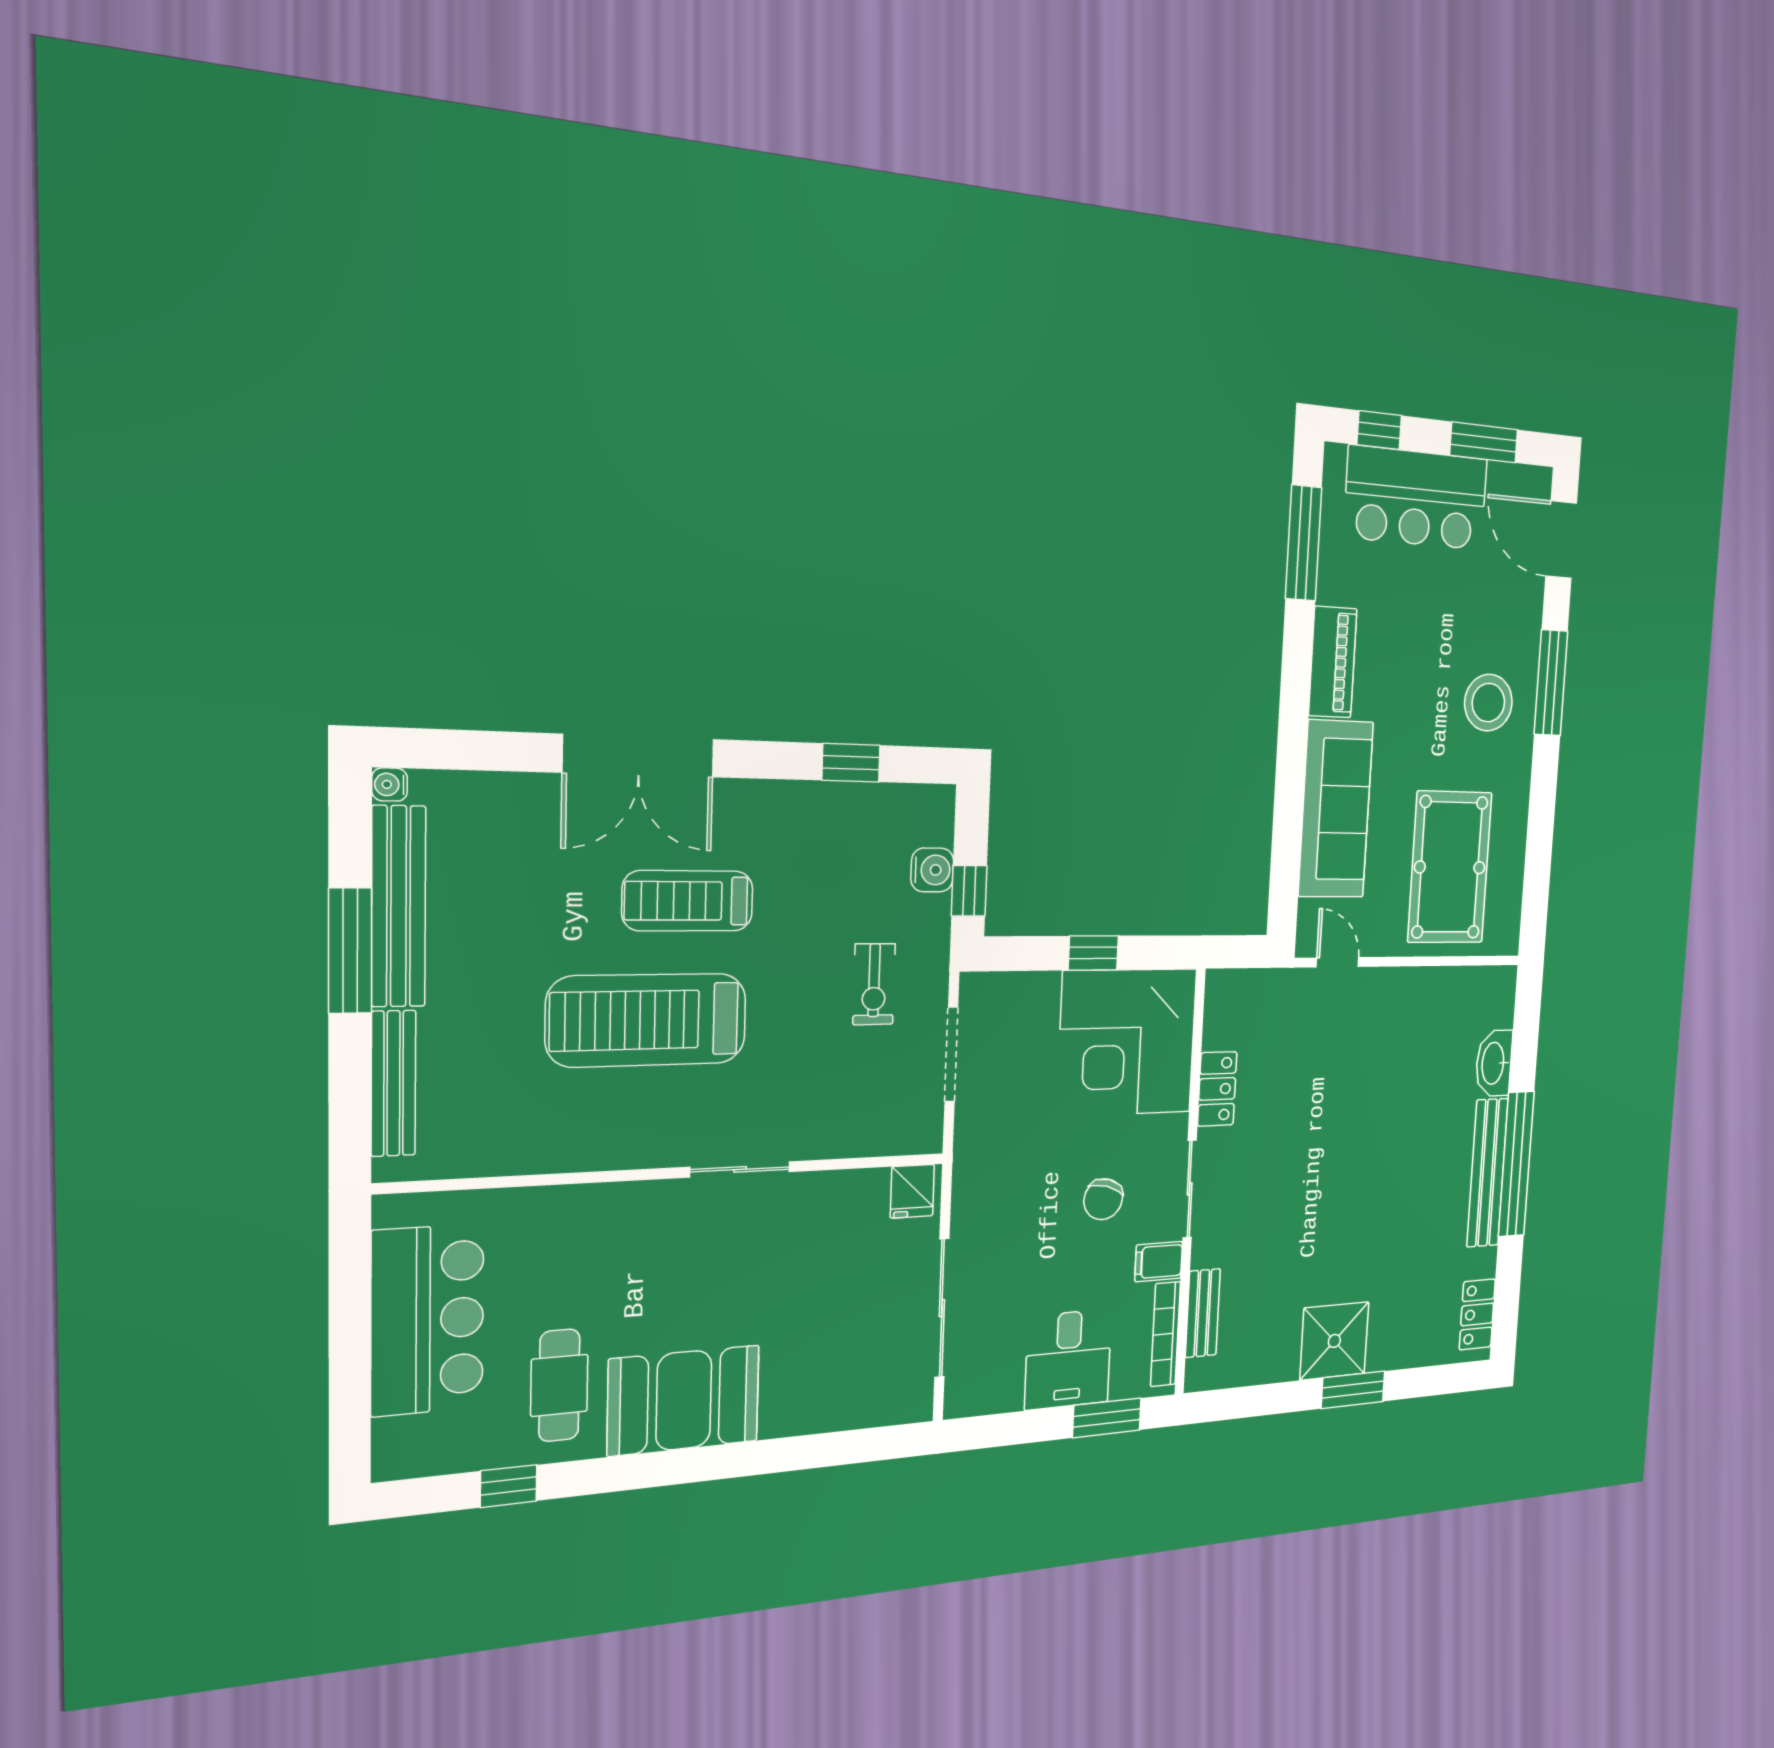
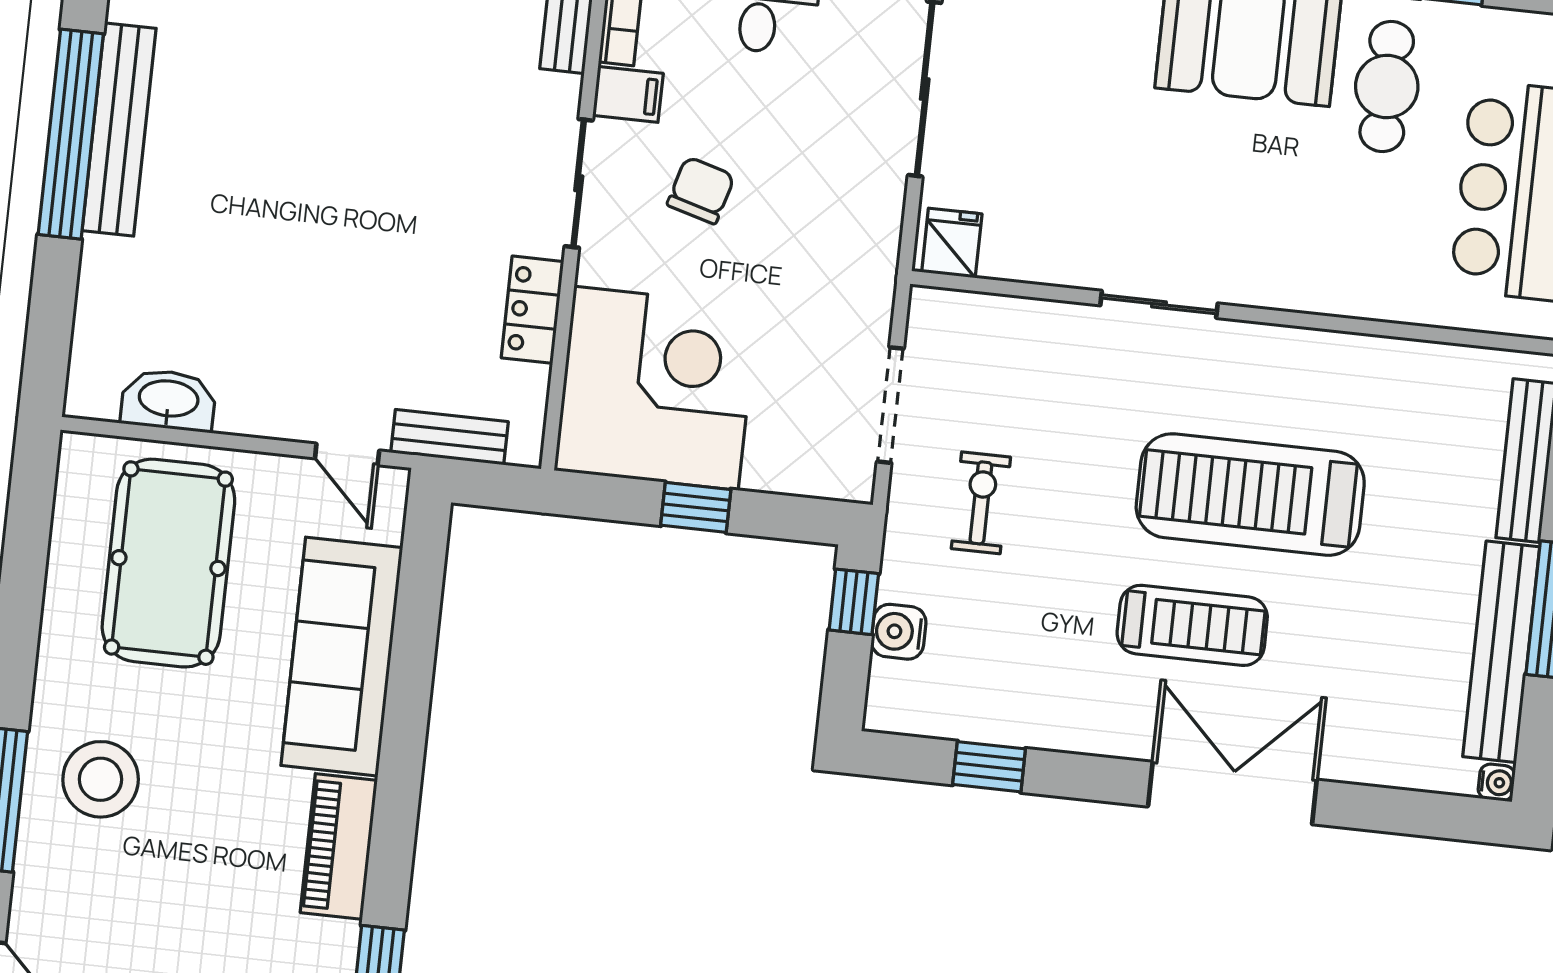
bench: (1270, 984) -> (449, 437), added
treadmill: (647, 1020) -> (1250, 495), turned 180
washbasin: (1494, 1063) -> (168, 400), moved, turned -90

